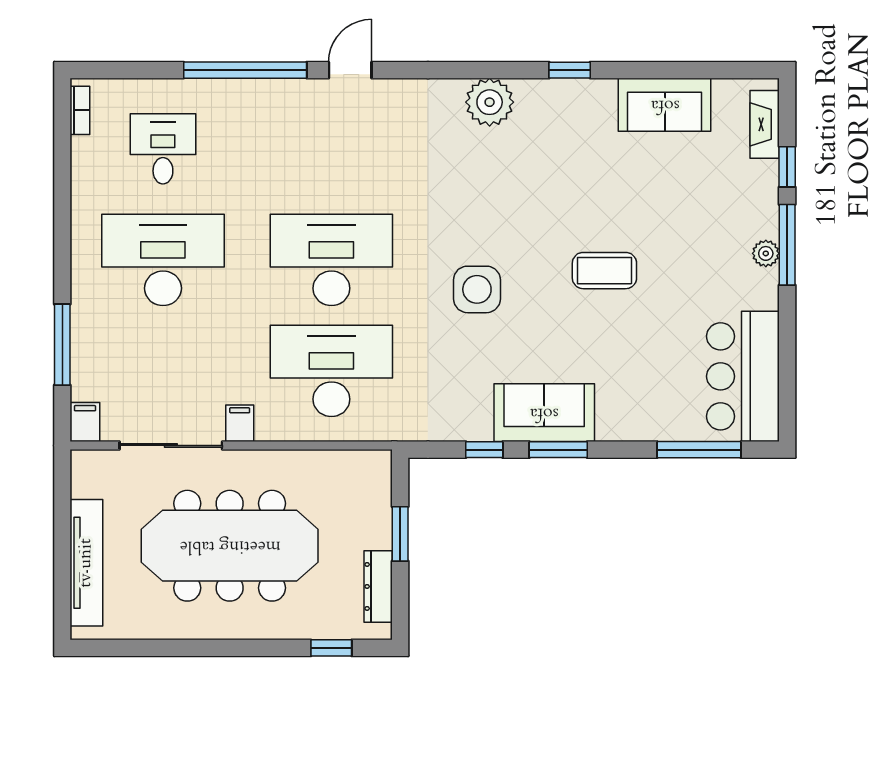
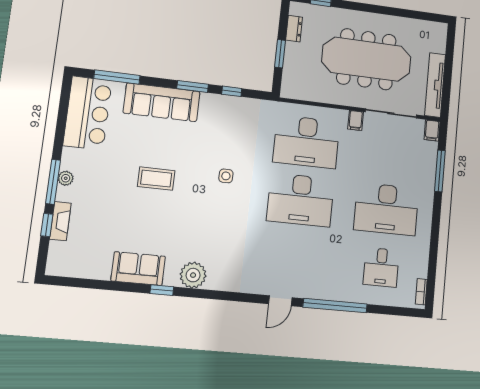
plant: (490, 102) -> (193, 275), moved
sofa: (665, 105) -> (138, 269), moved
fireplace: (765, 124) -> (60, 221), moved
side table: (477, 289) -> (226, 176), width x0.54, depth x0.54
sofa: (544, 413) -> (162, 102), moved, width x1.36
tv unit: (86, 563) -> (435, 85), moved
dresser: (378, 586) -> (294, 29), width x0.70

